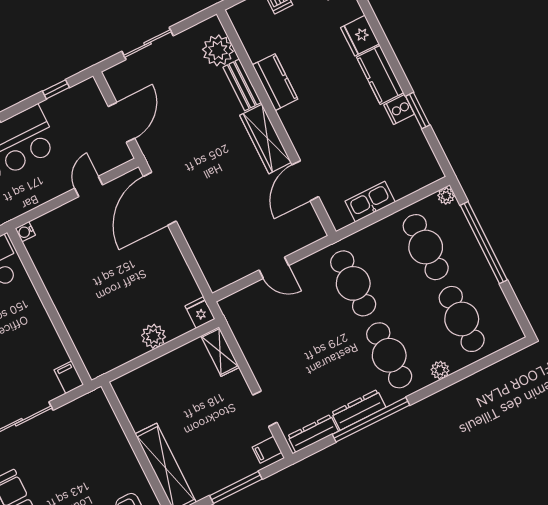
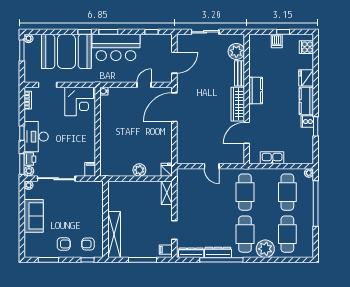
kitchen counter: (275, 82) -> (256, 91), moved
plant: (440, 370) -> (265, 249), width x1.88, depth x1.88

